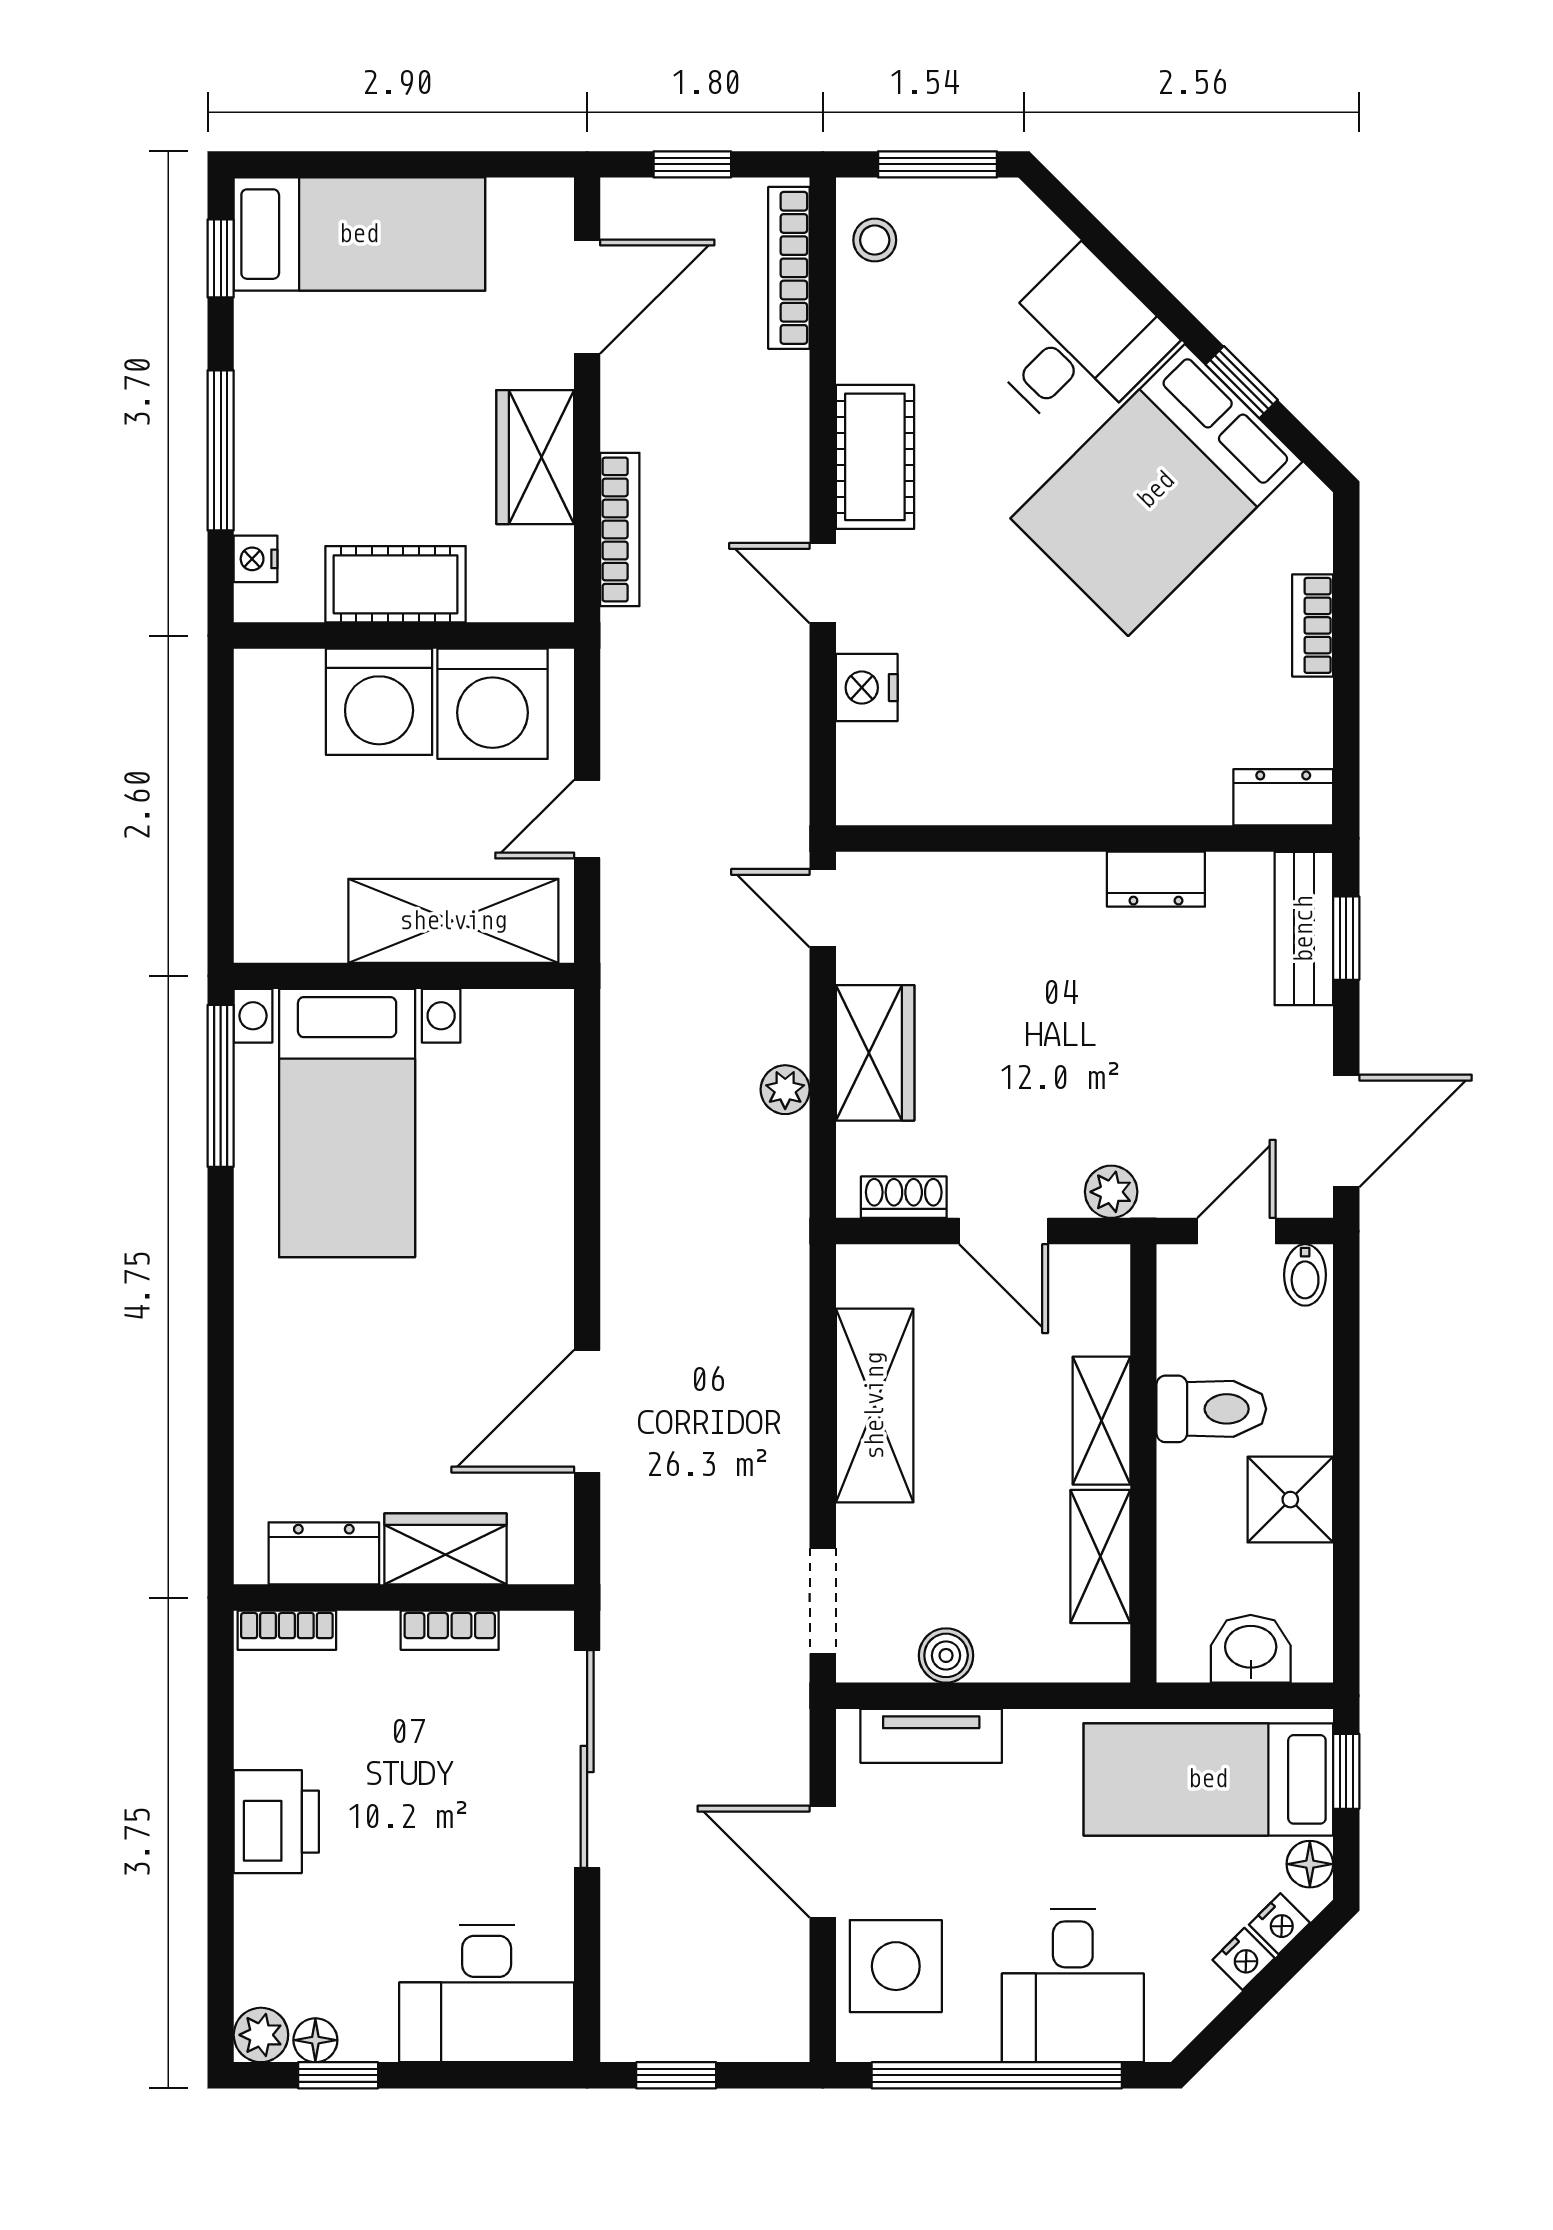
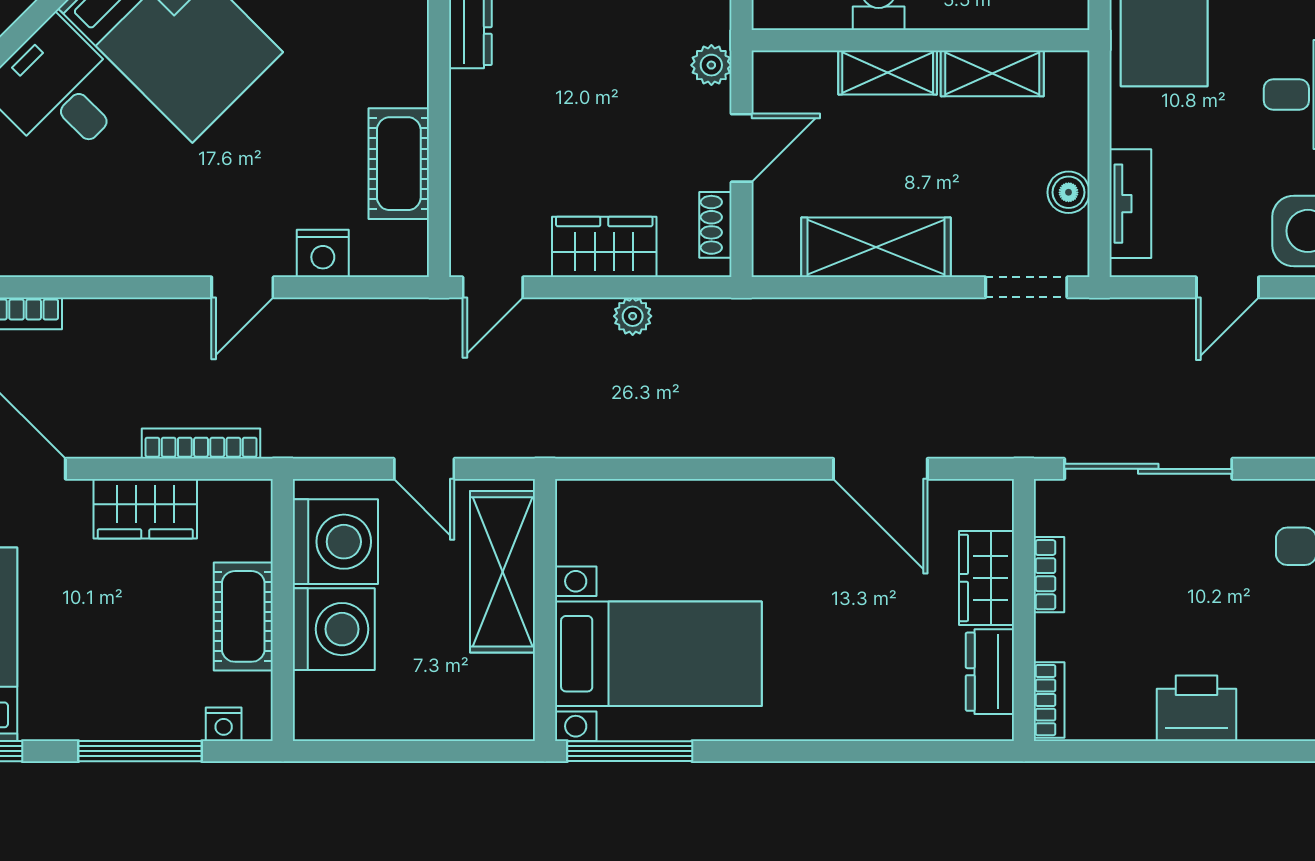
cot: (875, 457) -> (399, 164), moved, turned 90
door: (823, 1862) -> (1227, 287), width x0.73

